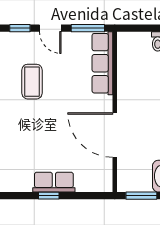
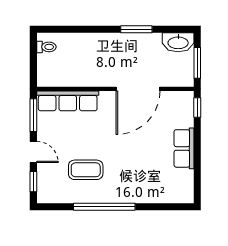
door: (50, 28) -> (33, 152), hinge flipped
window: (49, 196) -> (197, 108), moved

